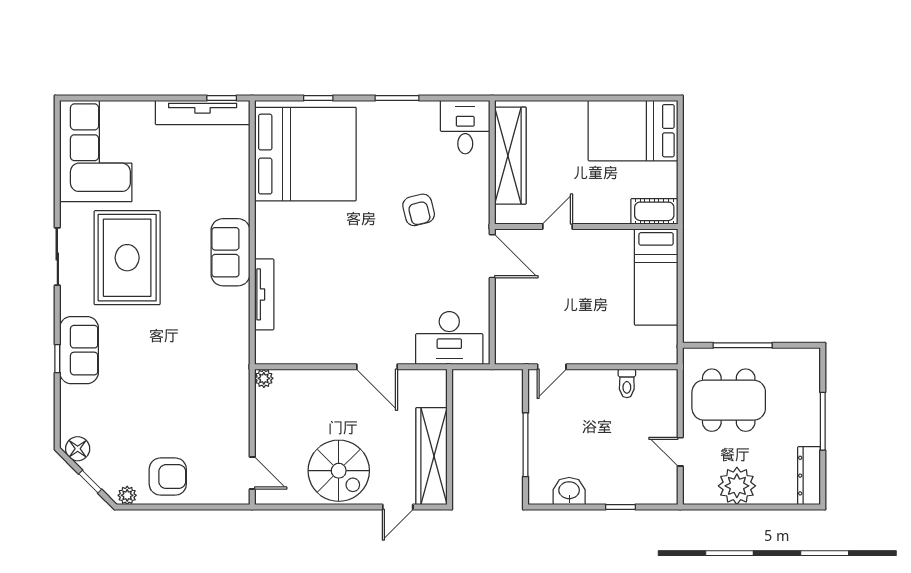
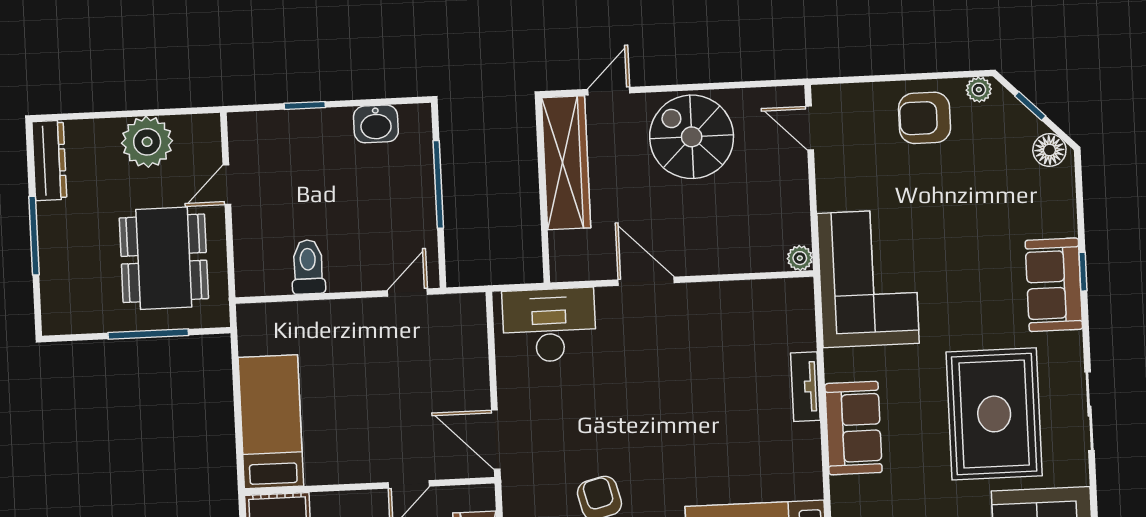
tv unit: (264, 294) -> (805, 387), width x0.71
corner sofa: (215, 361) -> (868, 278), added
toilet: (627, 383) -> (308, 267), width x1.37, depth x1.39
dining table: (729, 400) -> (164, 258), turned 90
door: (680, 452) -> (227, 185), swing flipped

